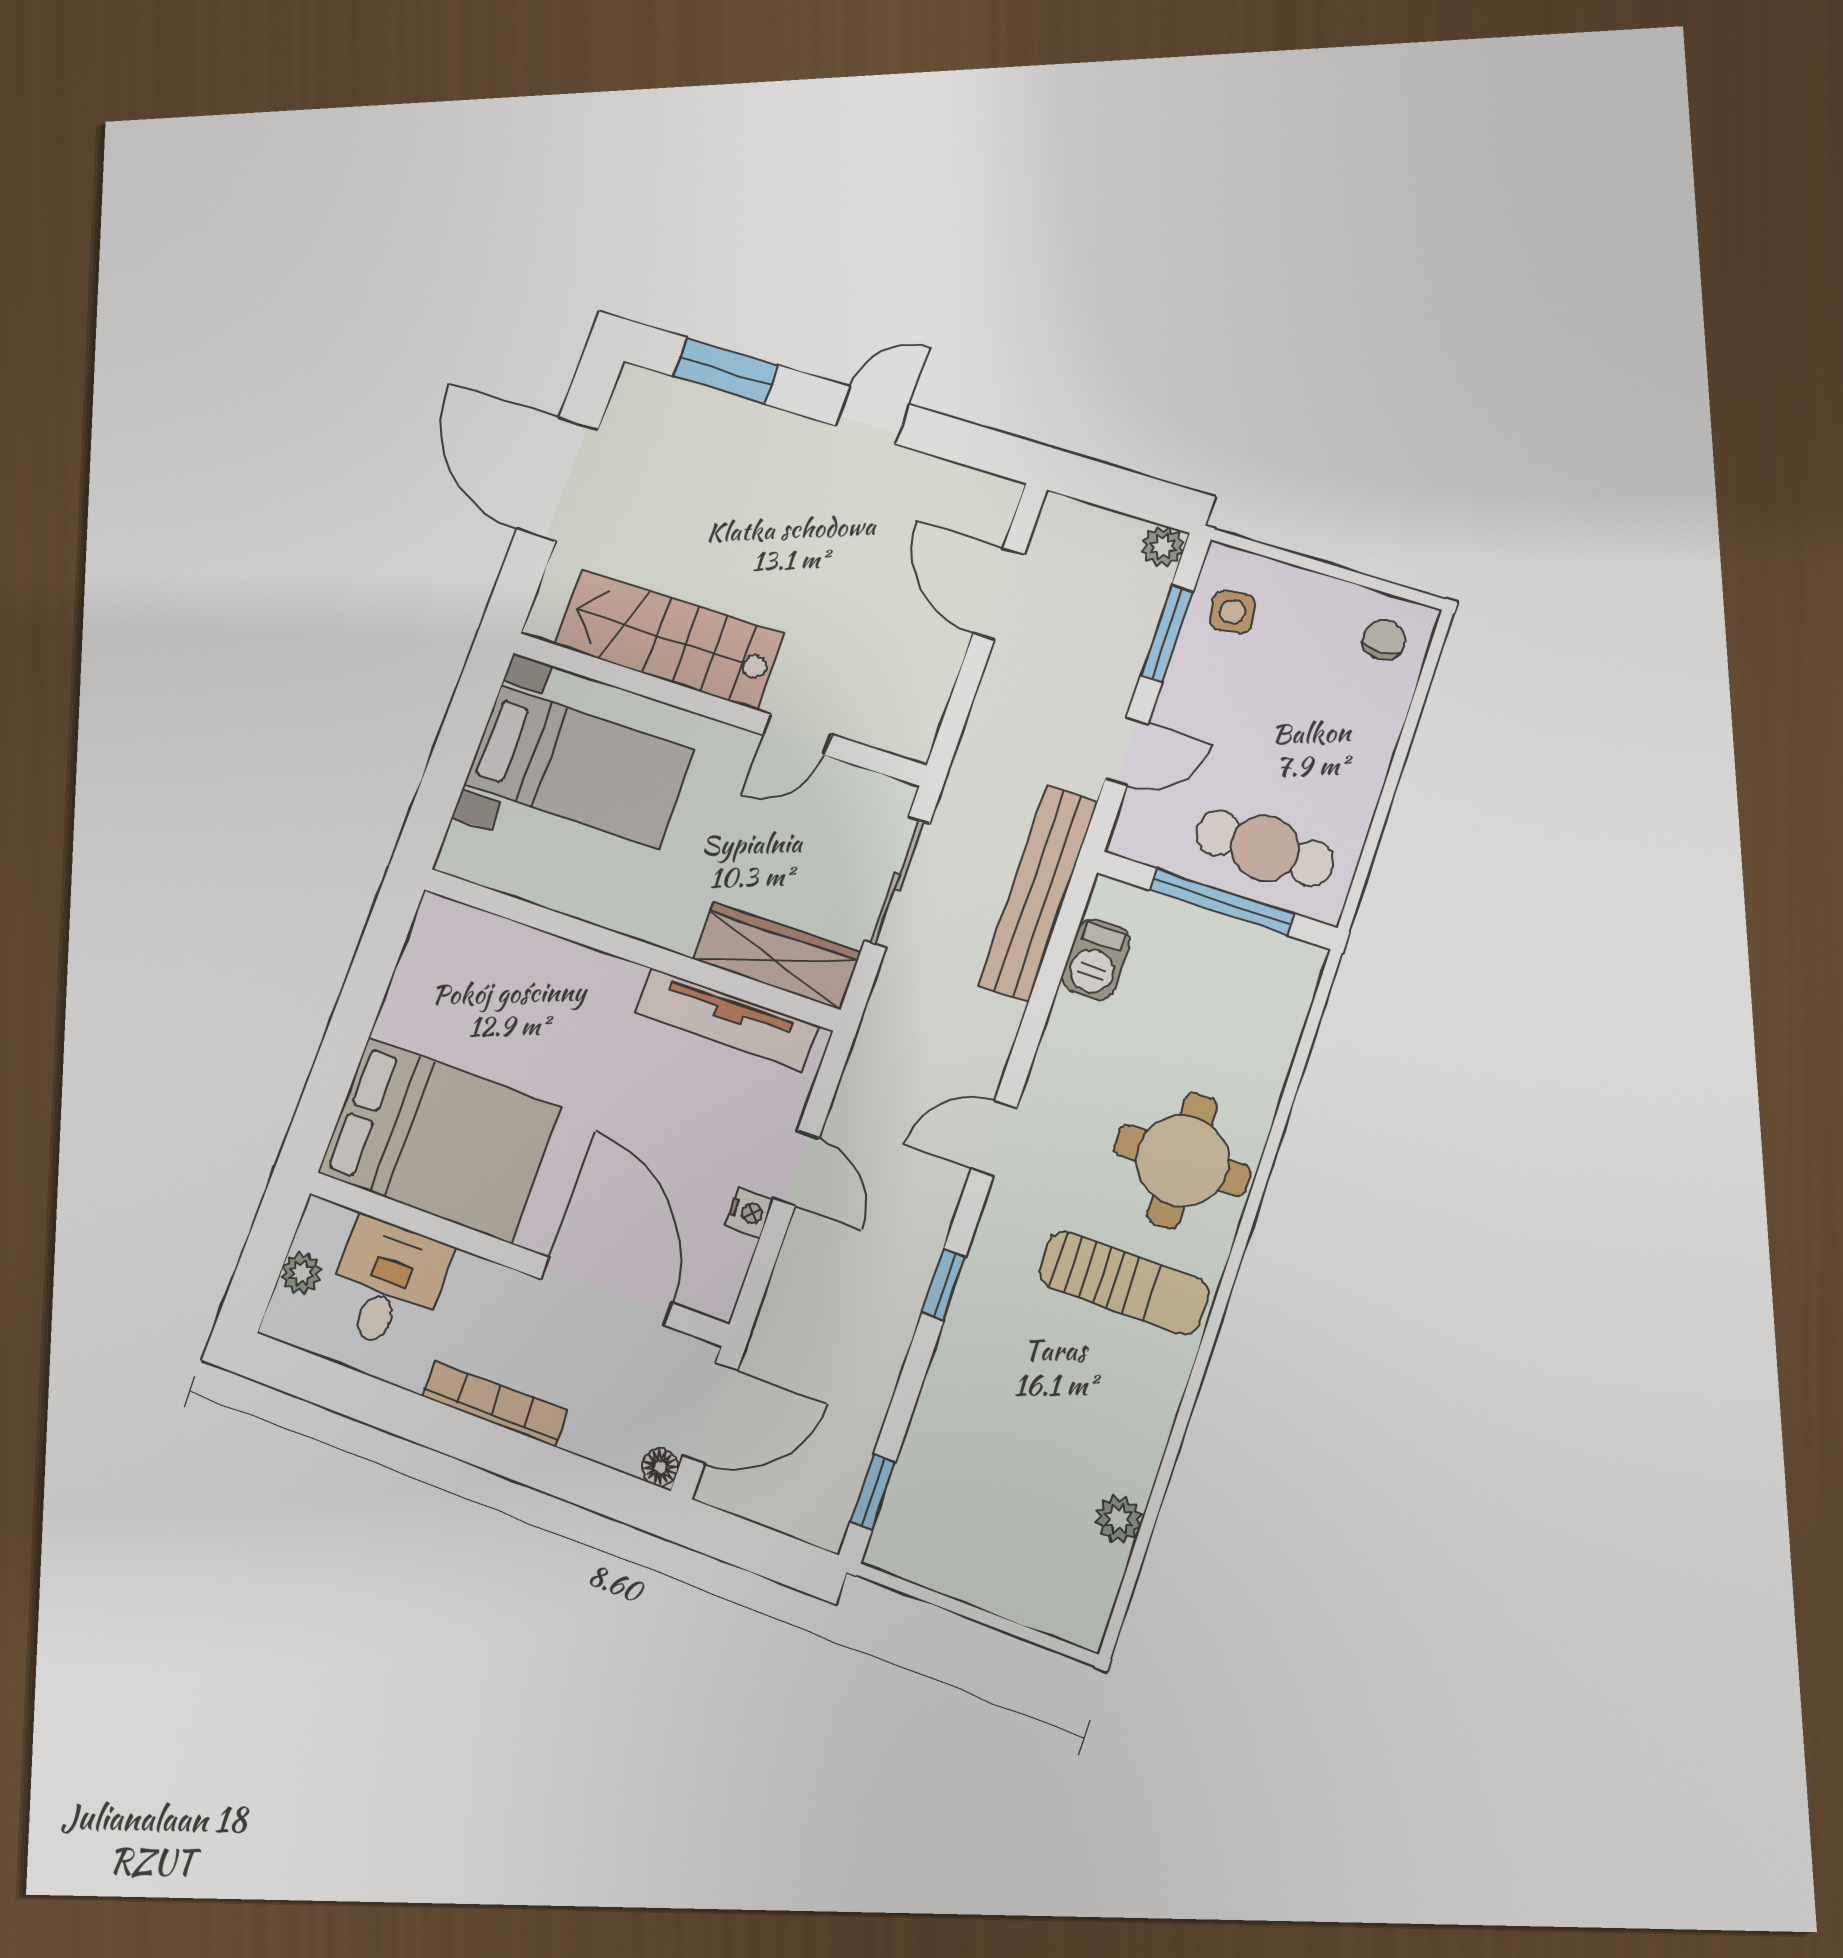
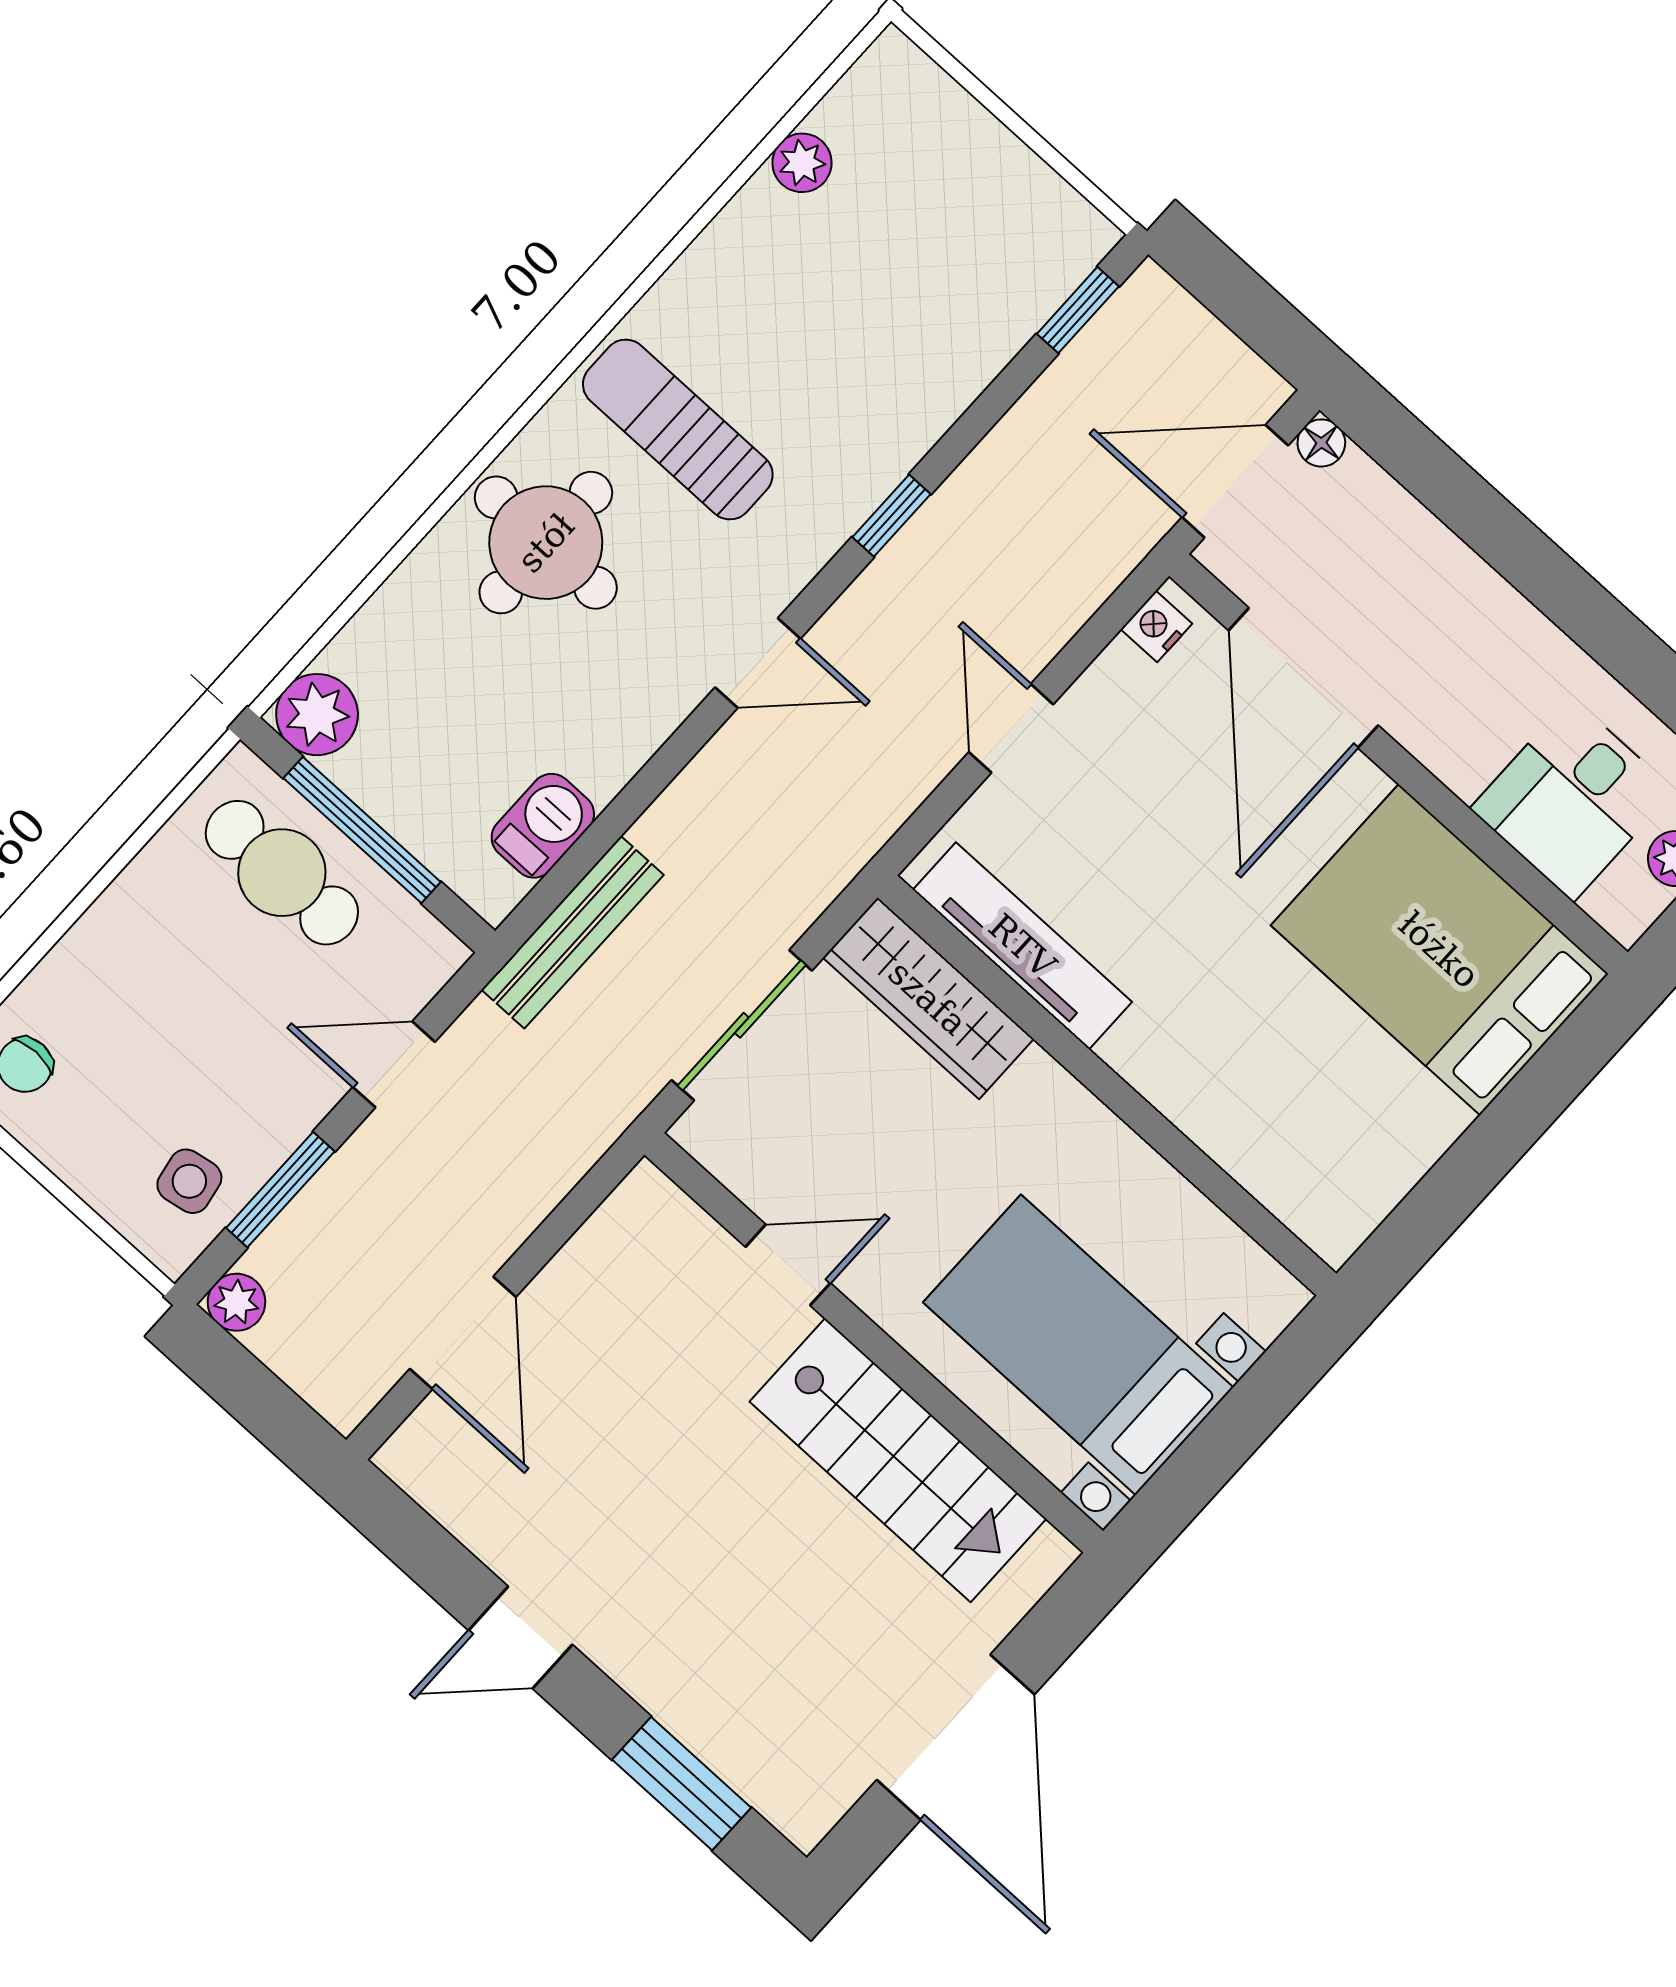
bench: (1038, 893) -> (573, 932), width x0.73, depth x0.82
plant: (1291, 969) -> (317, 715), added
nightstand: (749, 1212) -> (1156, 626), moved
bookcase: (495, 1404) -> (1494, 600), removed

